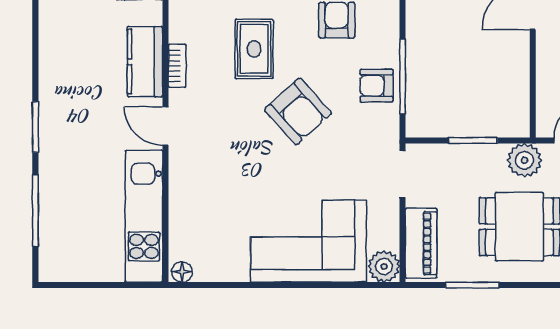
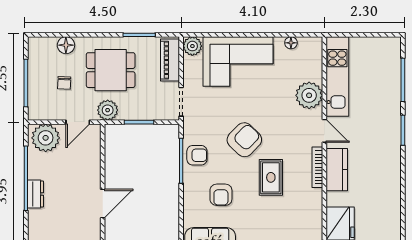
bookcase: (177, 66) -> (317, 167), width x1.56
armchair: (298, 111) -> (244, 140), turned 86
plant: (191, 185) -> (309, 95), added
floor lamp: (182, 272) -> (291, 43), moved

